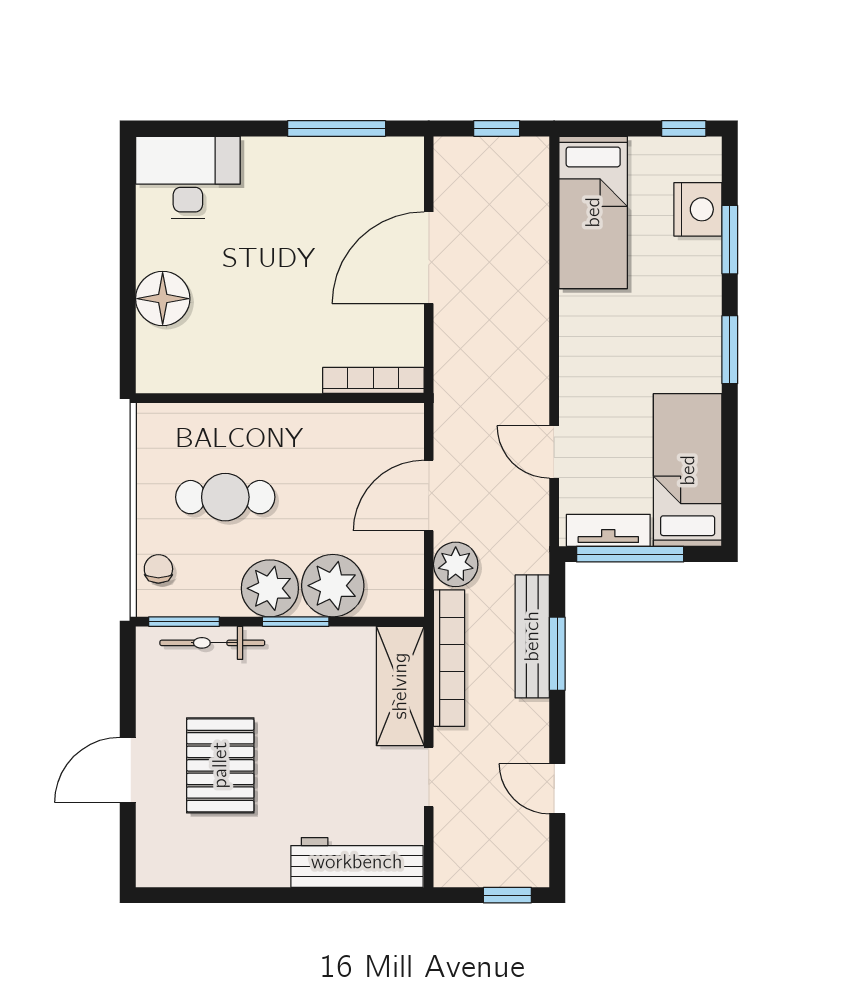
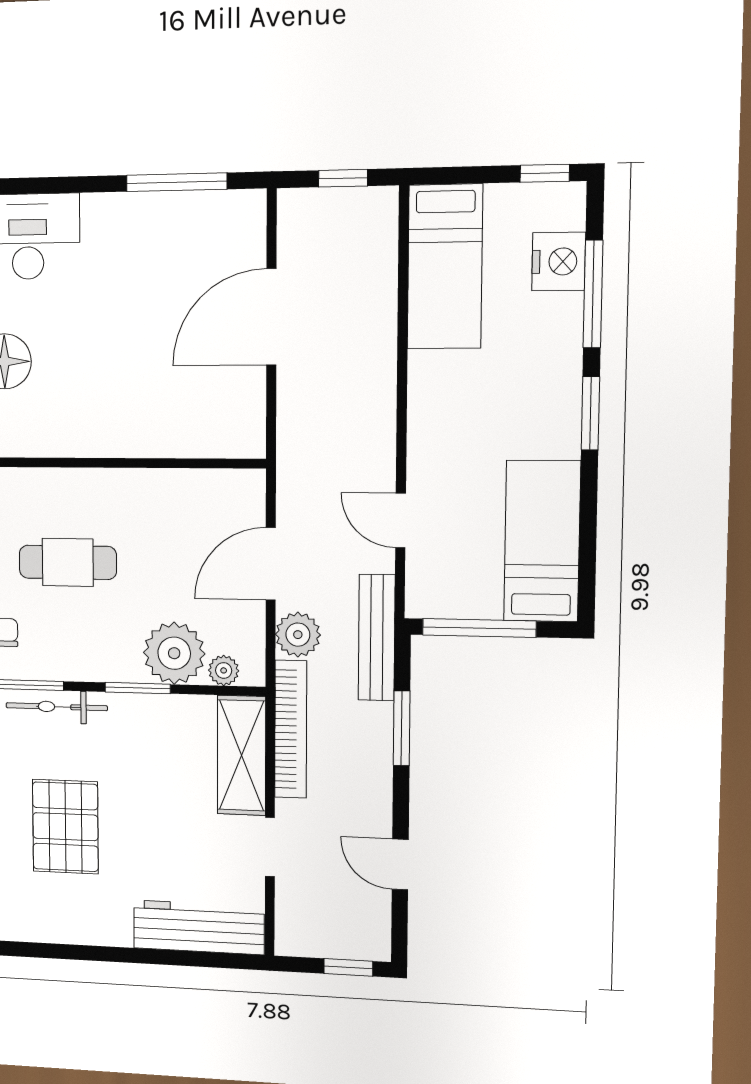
window: (730, 240) -> (593, 294), width x1.44
bookcase: (373, 380) -> (215, 445), removed
tv unit: (608, 530) -> (456, 603), removed
plant: (270, 588) -> (224, 670), moved, width x0.53, depth x0.53
bench: (532, 636) -> (377, 638), moved

